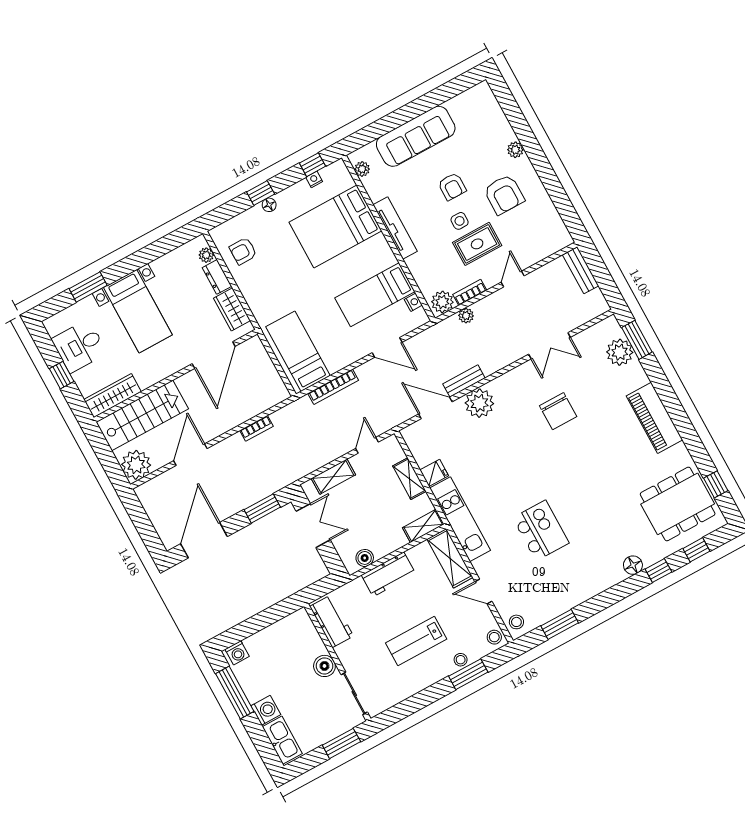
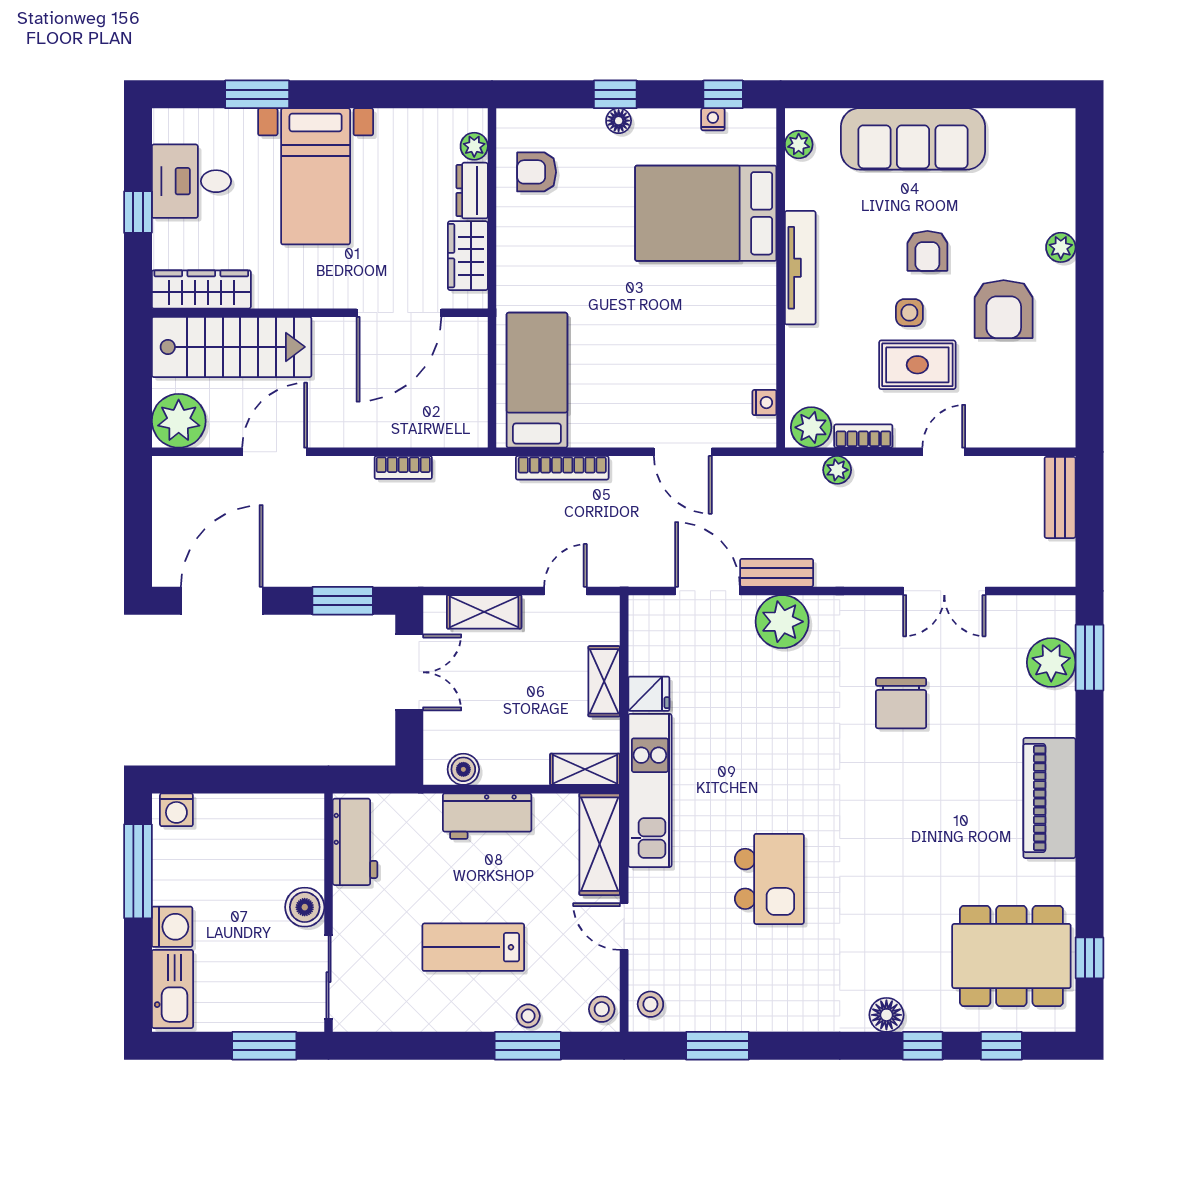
bed: (375, 295) -> (709, 357), removed

